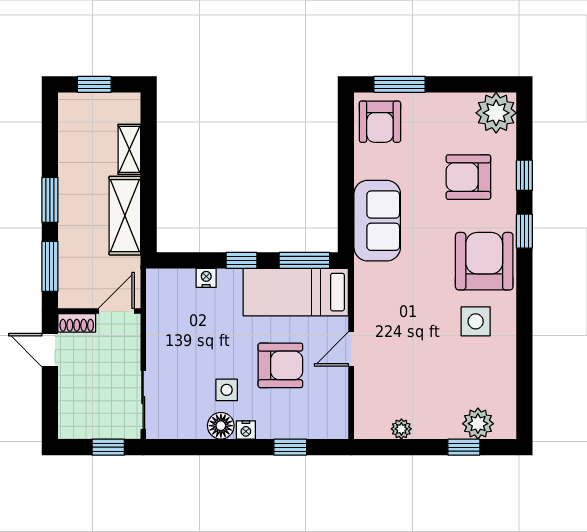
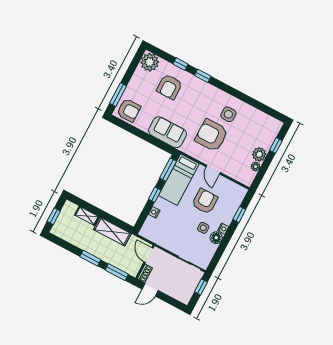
armchair: (484, 261) -> (211, 135), moved
plant: (478, 424) -> (259, 154), moved

